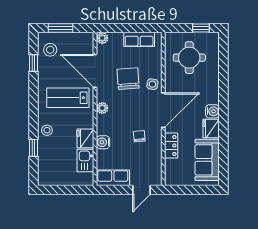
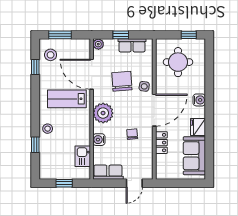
window: (127, 28) -> (121, 35), added
plant: (102, 108) -> (103, 113), width x1.87, depth x1.87
water cooler: (212, 111) -> (199, 100), moved
fridge: (85, 138) -> (83, 136), removed
window: (65, 190) -> (64, 183), added

